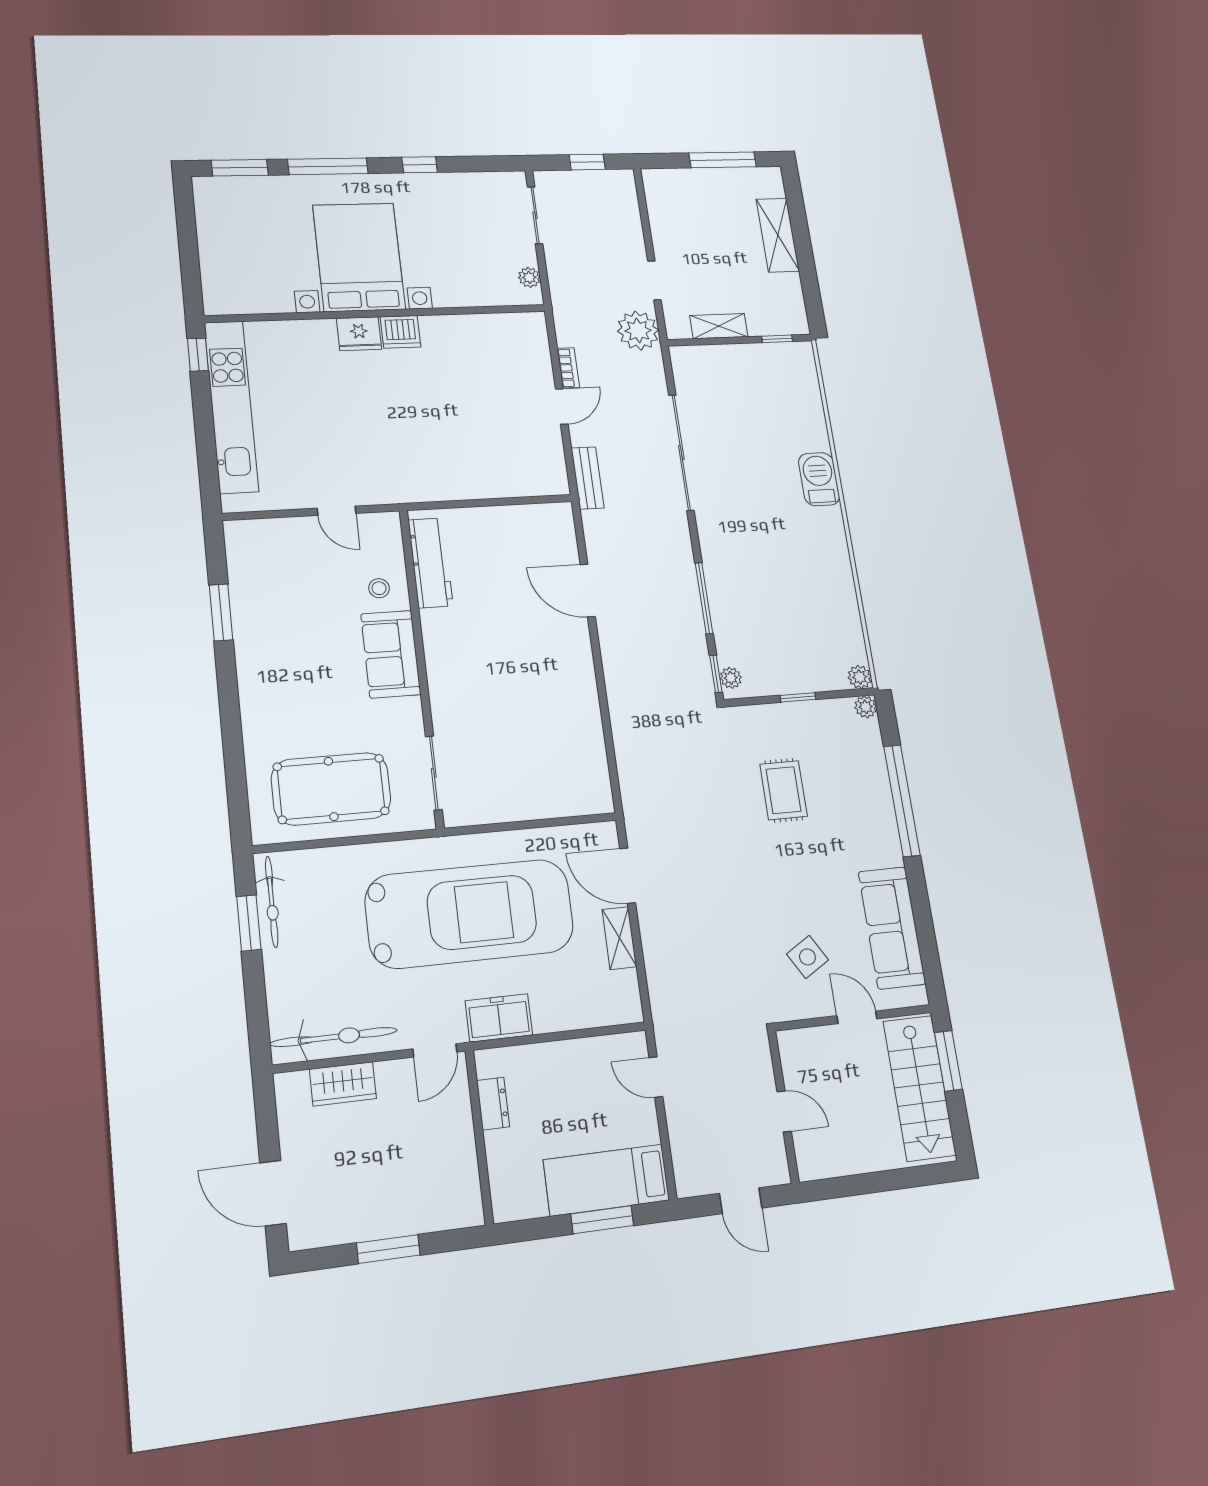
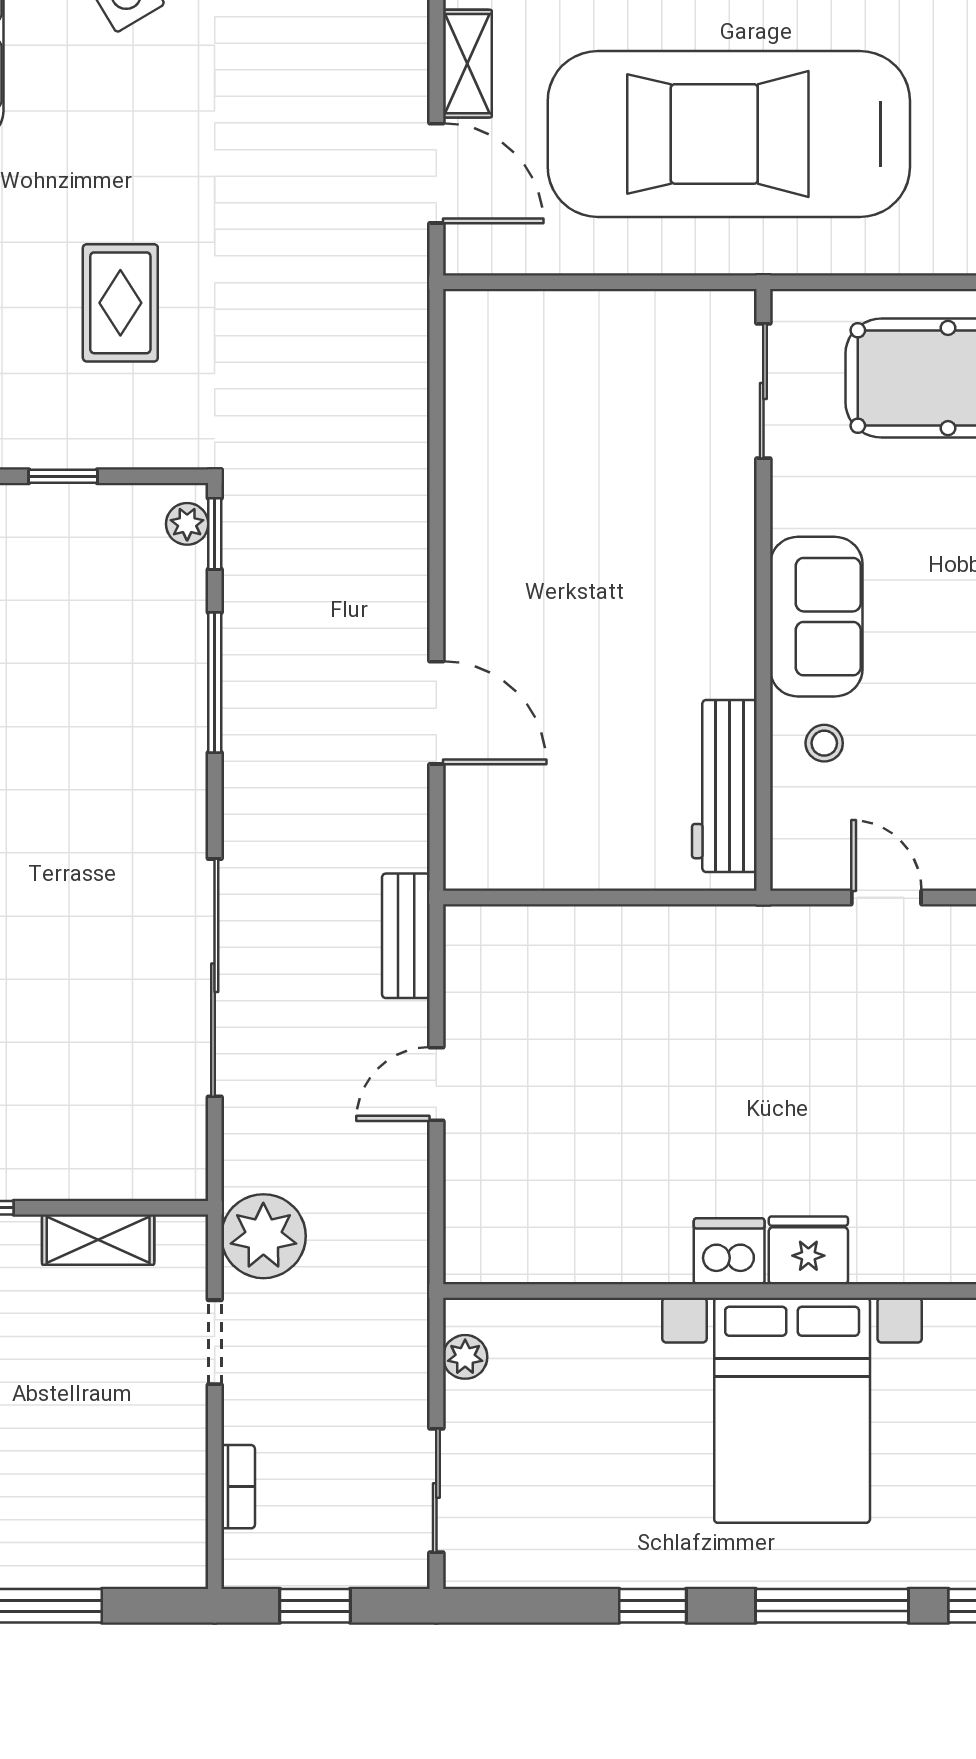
bookcase: (568, 368) -> (238, 1487), moved, turned 180

